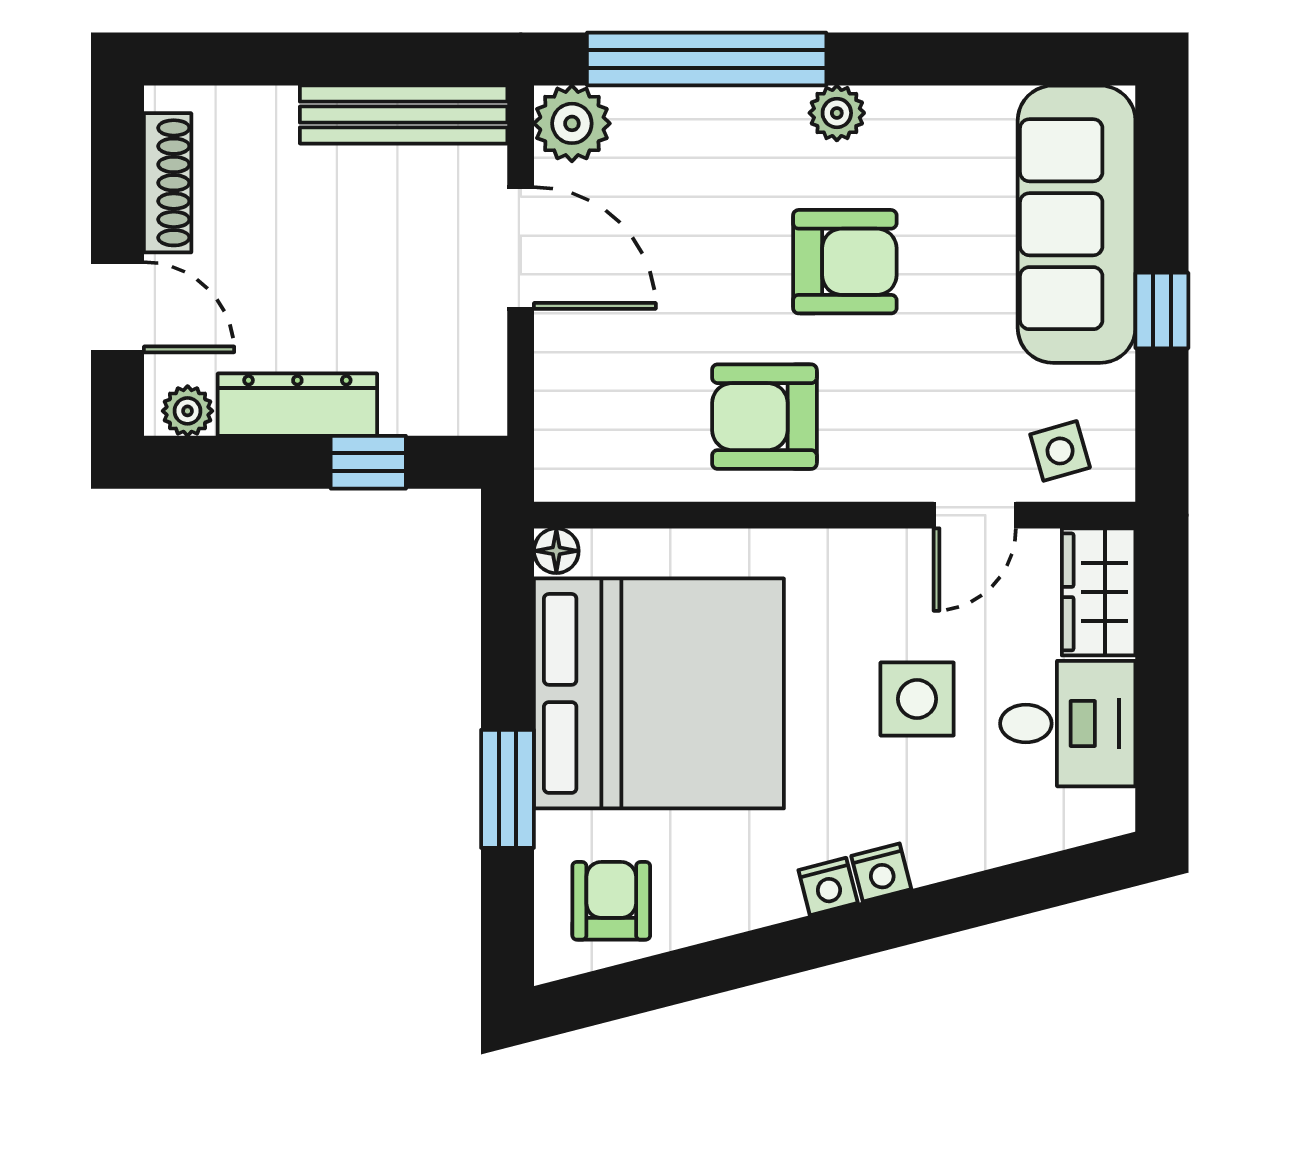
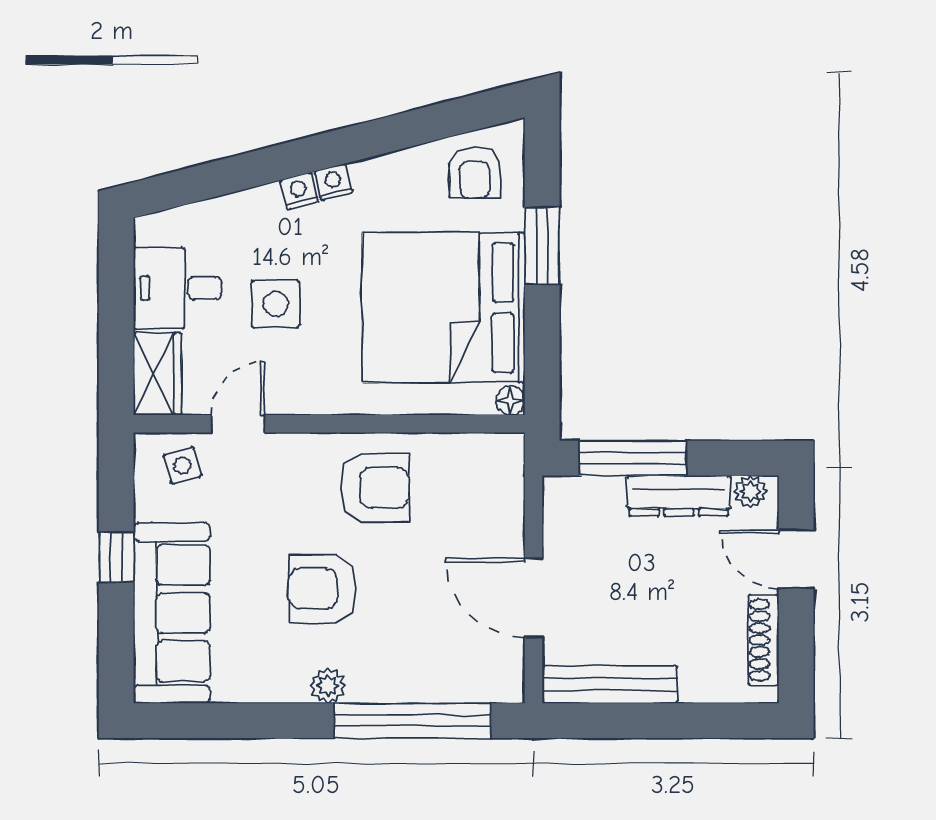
plant: (572, 123) -> (500, 679), removed
window: (368, 462) -> (633, 458), width x2.17

